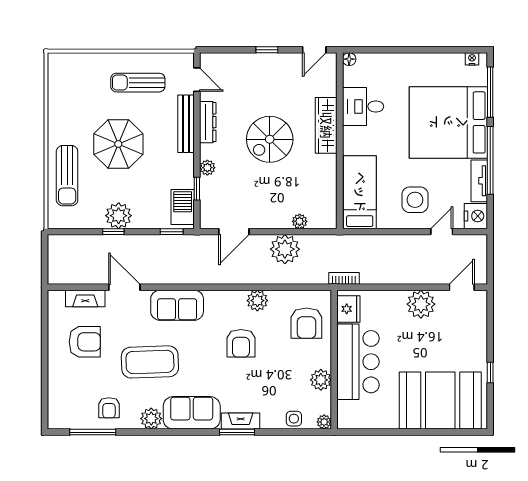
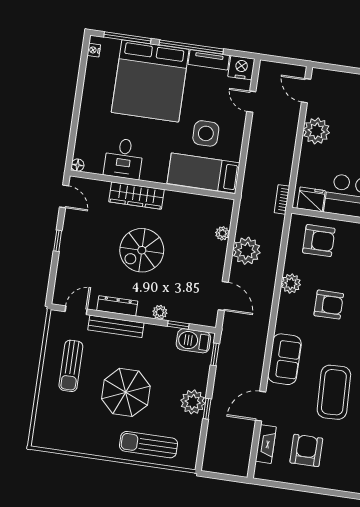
spiral stairs: (270, 139) -> (142, 250), turned 90
sun lounger: (67, 176) -> (149, 445), turned 180
side table: (415, 200) -> (206, 133), moved

